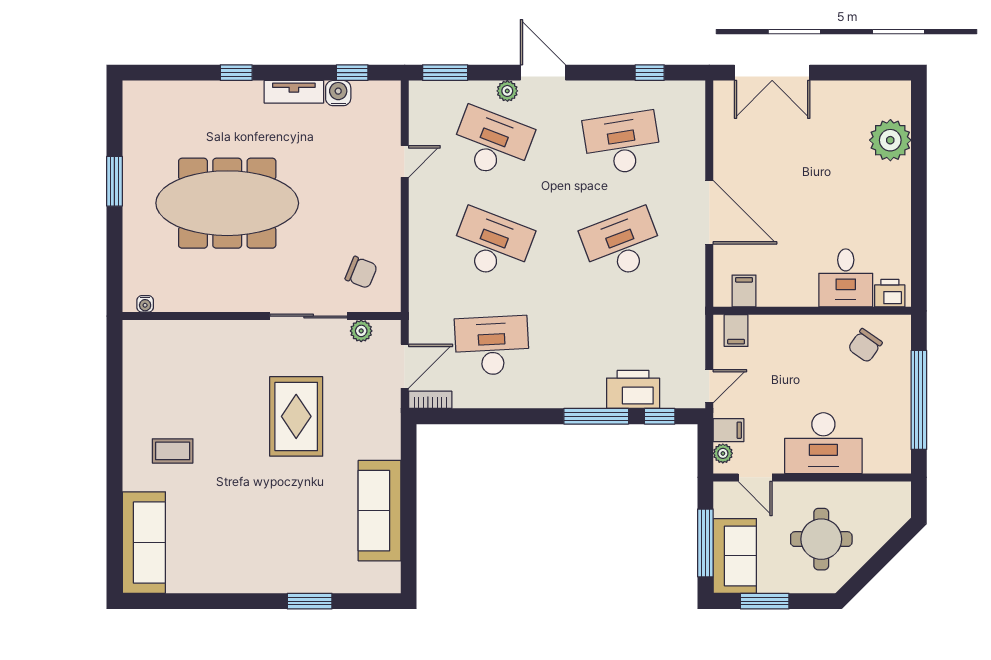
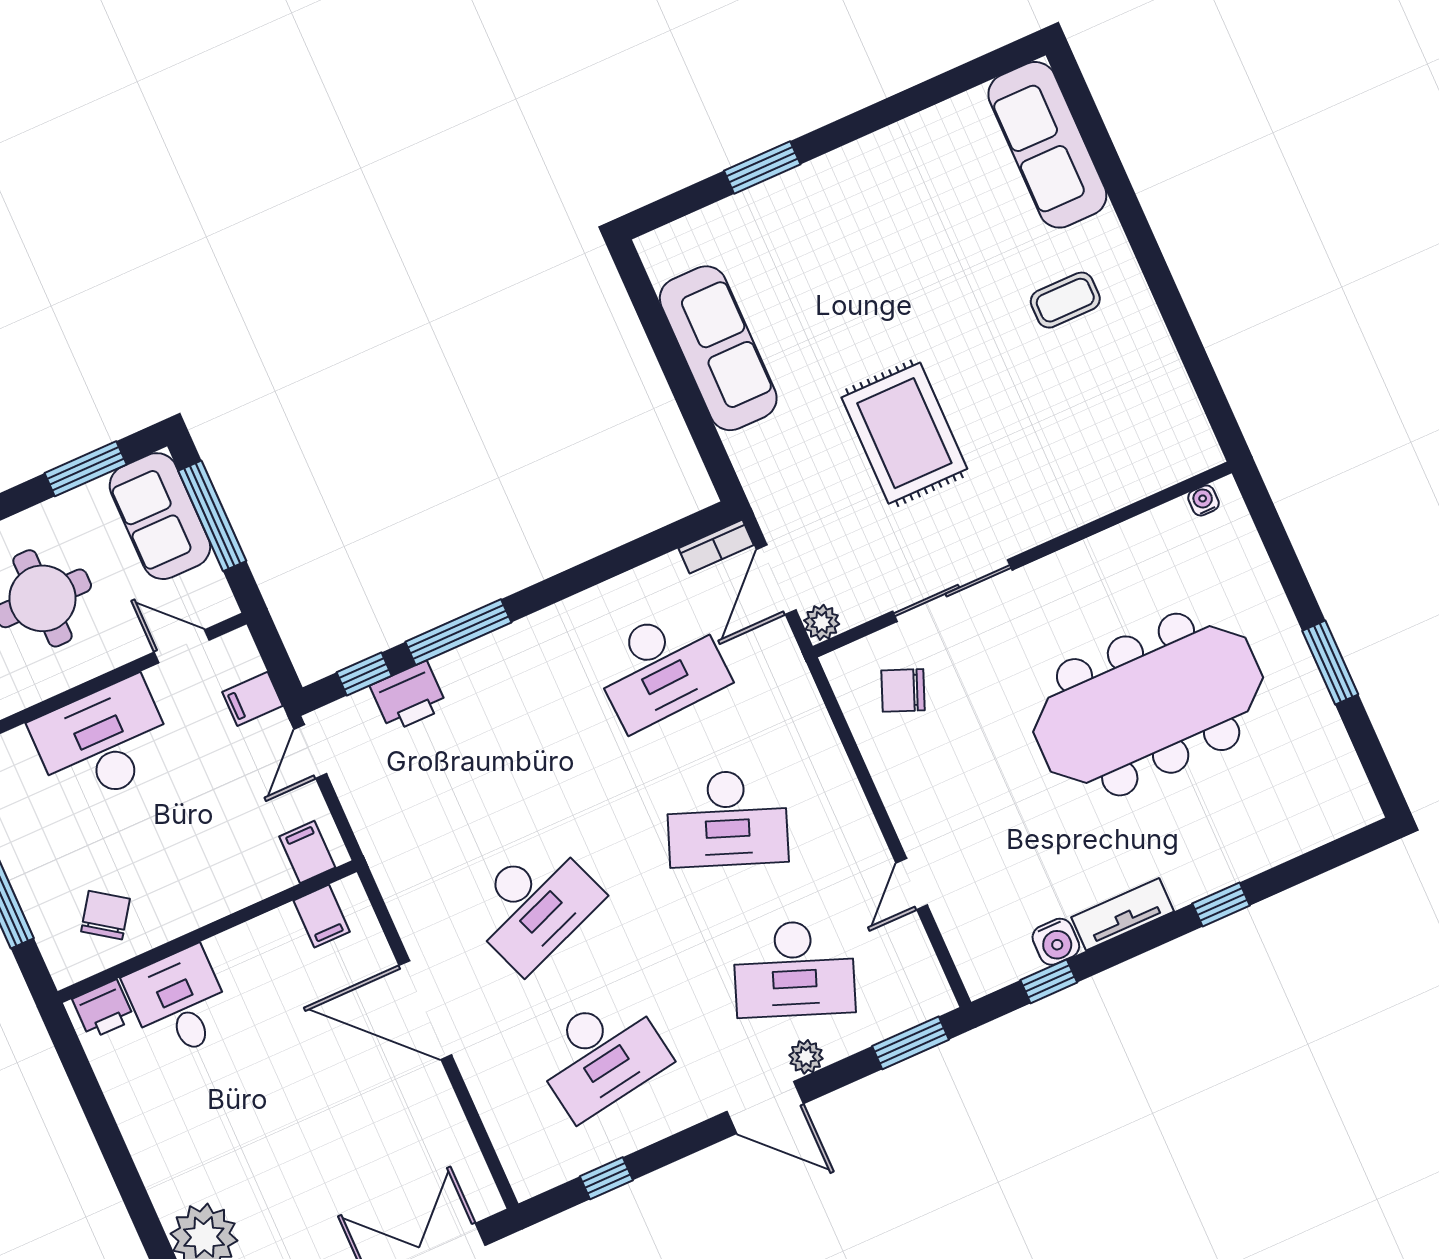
plant: (361, 331) -> (822, 622), moved
printer: (633, 389) -> (409, 696), width x0.73, depth x0.84
plant: (723, 453) -> (245, 661), removed

